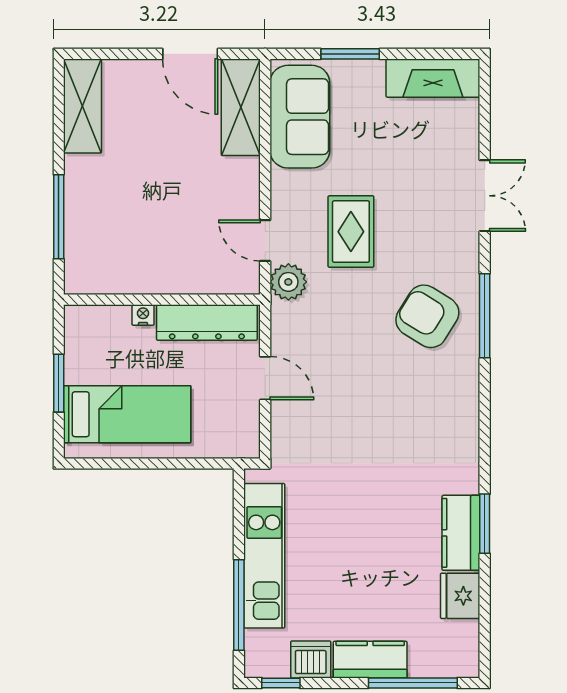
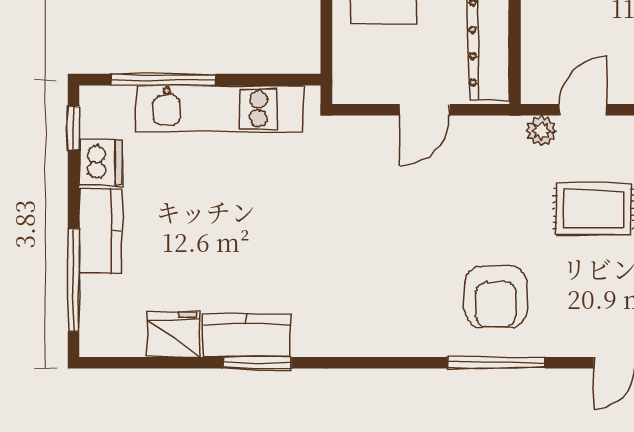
plant: (288, 282) -> (541, 131), width x0.73, depth x0.73
armchair: (427, 316) -> (496, 297), turned 148

